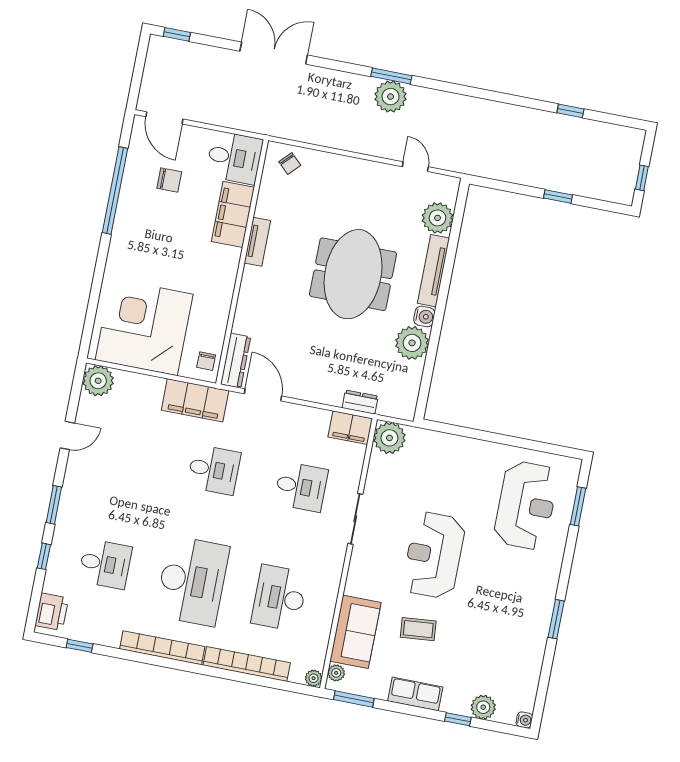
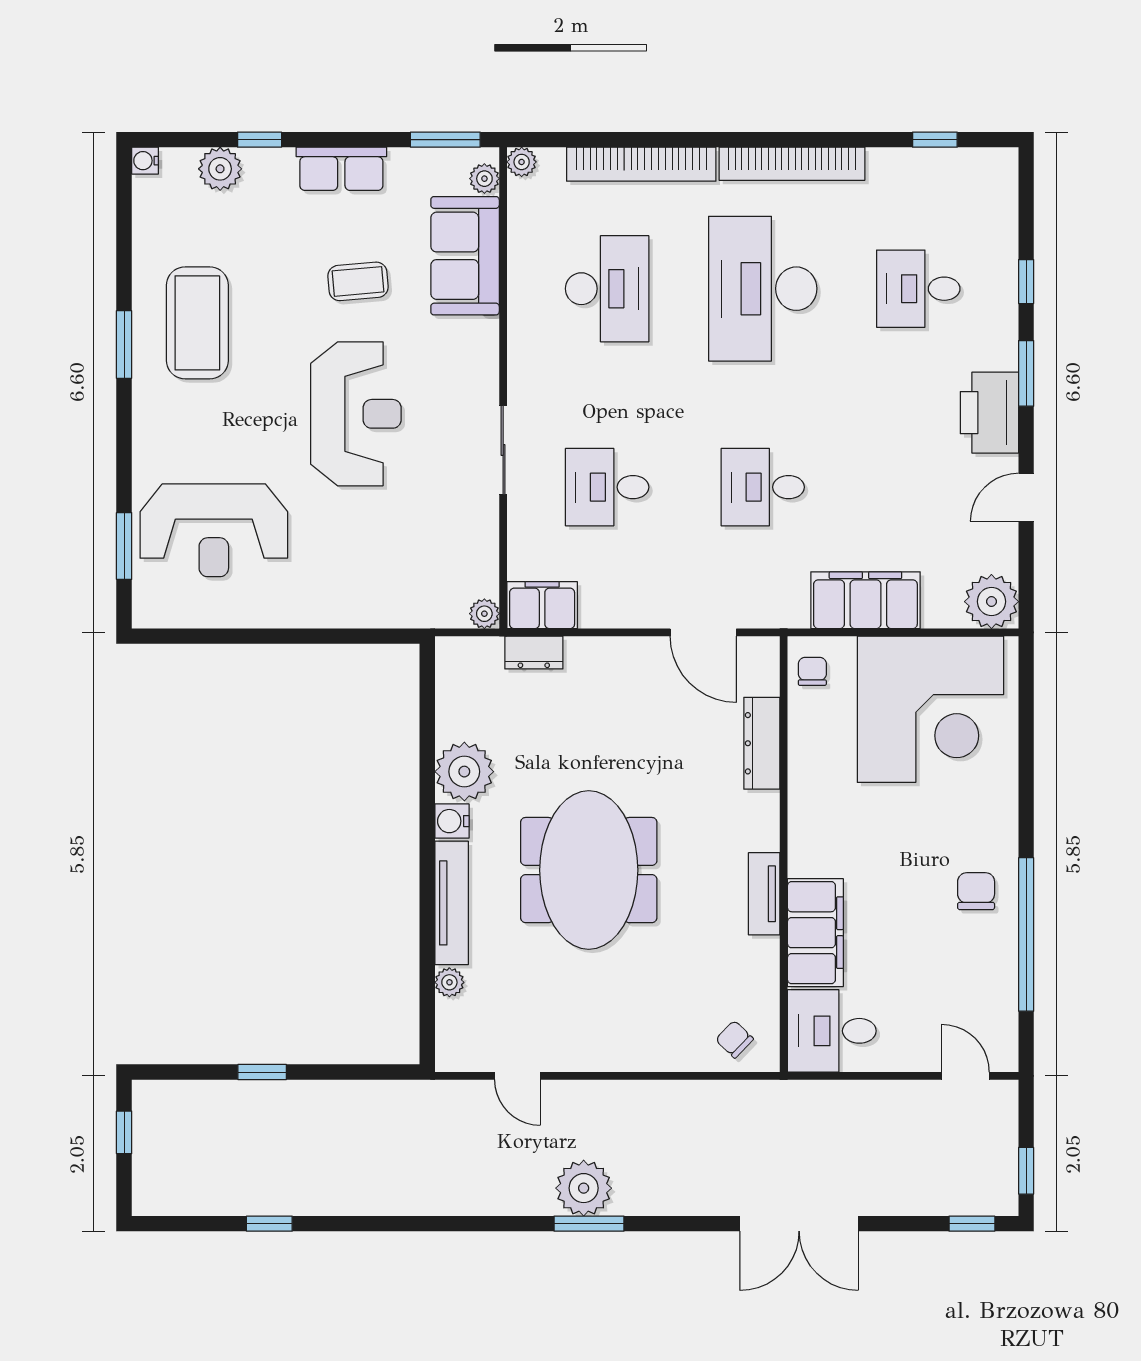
window: (141, 58) -> (1026, 1171), added
door: (164, 118) -> (965, 1076), width x0.73
chair: (169, 180) -> (976, 891), moved, turned 90
plant: (438, 218) -> (449, 982), width x0.53, depth x0.53
dresser: (236, 361) -> (762, 743), moved
filing cabinet: (195, 400) -> (865, 600), moved
plant: (389, 438) -> (484, 614), width x0.53, depth x0.53
reception desk: (526, 505) -> (214, 530), turned -90
printer: (52, 612) -> (989, 413), moved, width x1.37, depth x1.19
coffee table: (513, 623) -> (197, 323), added

